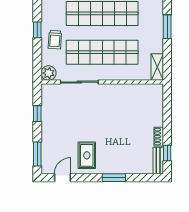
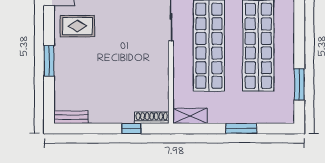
shoe rack: (159, 137) -> (152, 118), moved, width x1.43
window: (167, 153) -> (131, 128), moved

